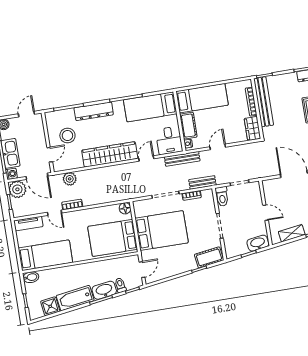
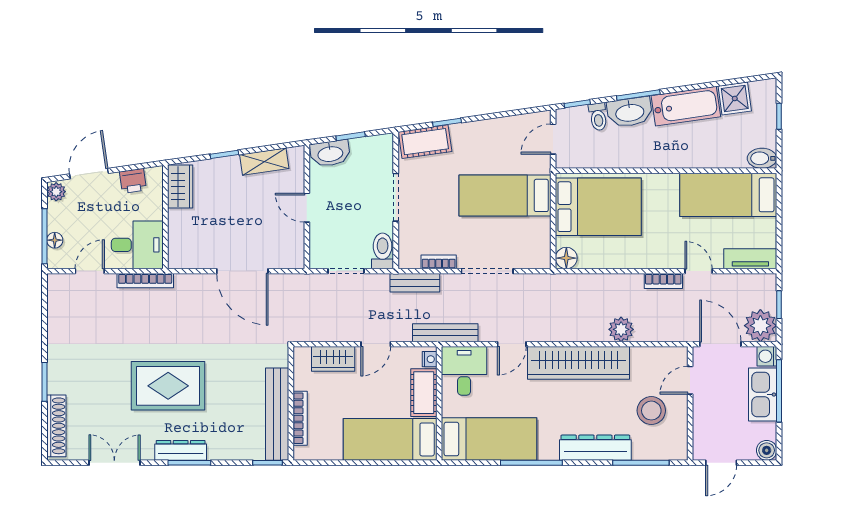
wardrobe: (252, 129) -> (333, 359), moved, turned 90
plant: (70, 179) -> (621, 329), moved
bed: (162, 231) -> (505, 195), width x0.67

